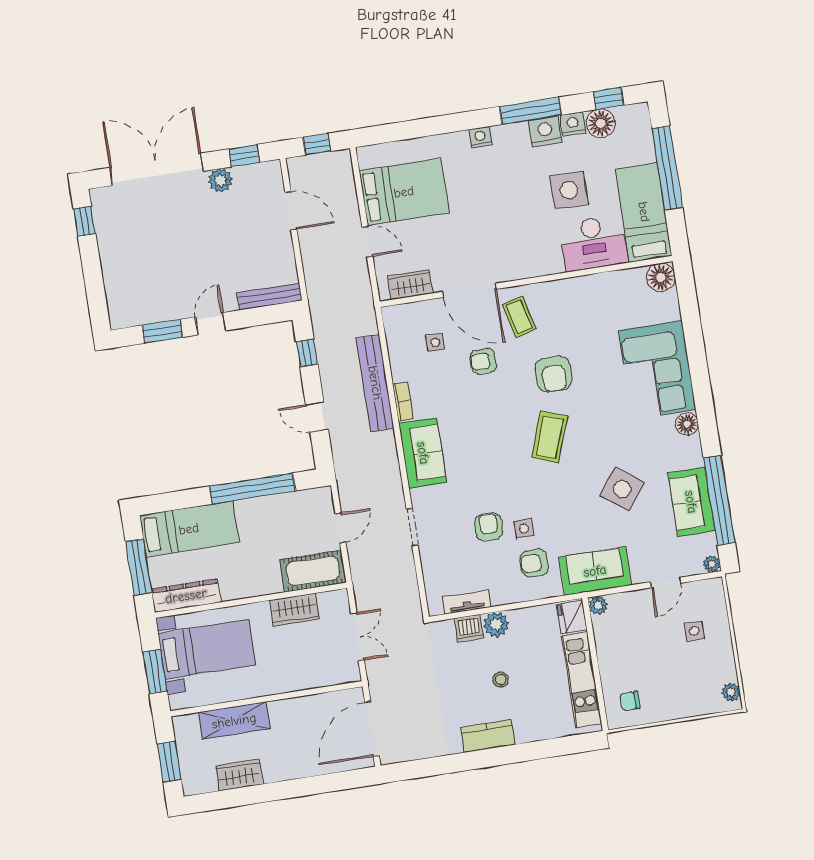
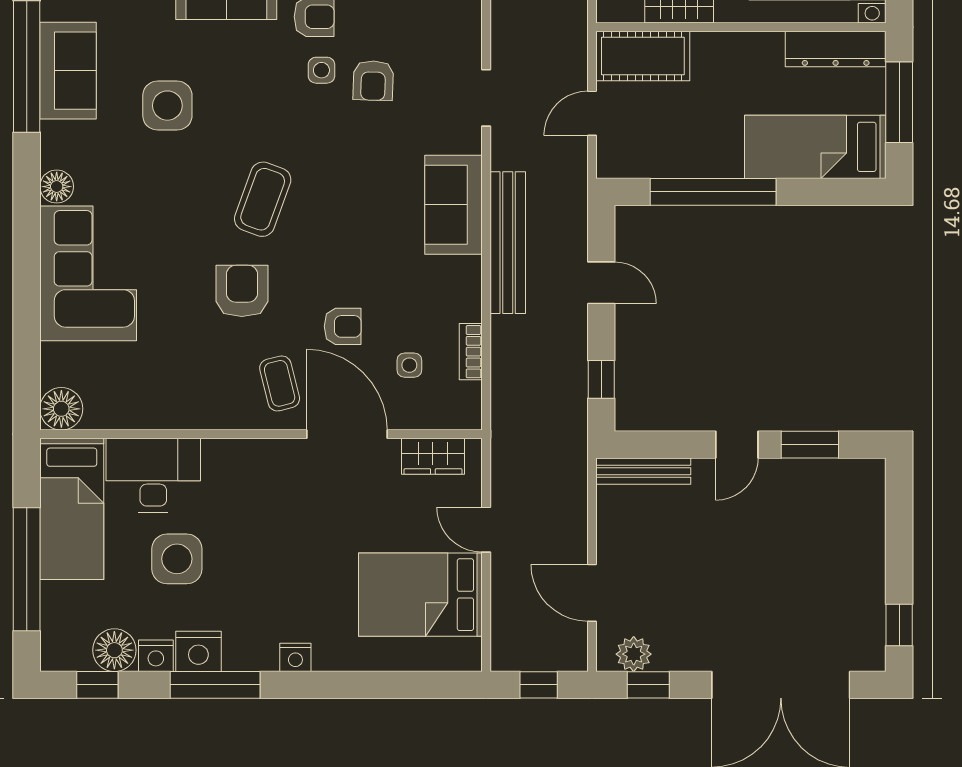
plant: (220, 180) -> (634, 654), moved
bench: (375, 383) -> (508, 243), moved
bookcase: (403, 402) -> (471, 352), moved
side table: (622, 489) -> (167, 106), turned -37

